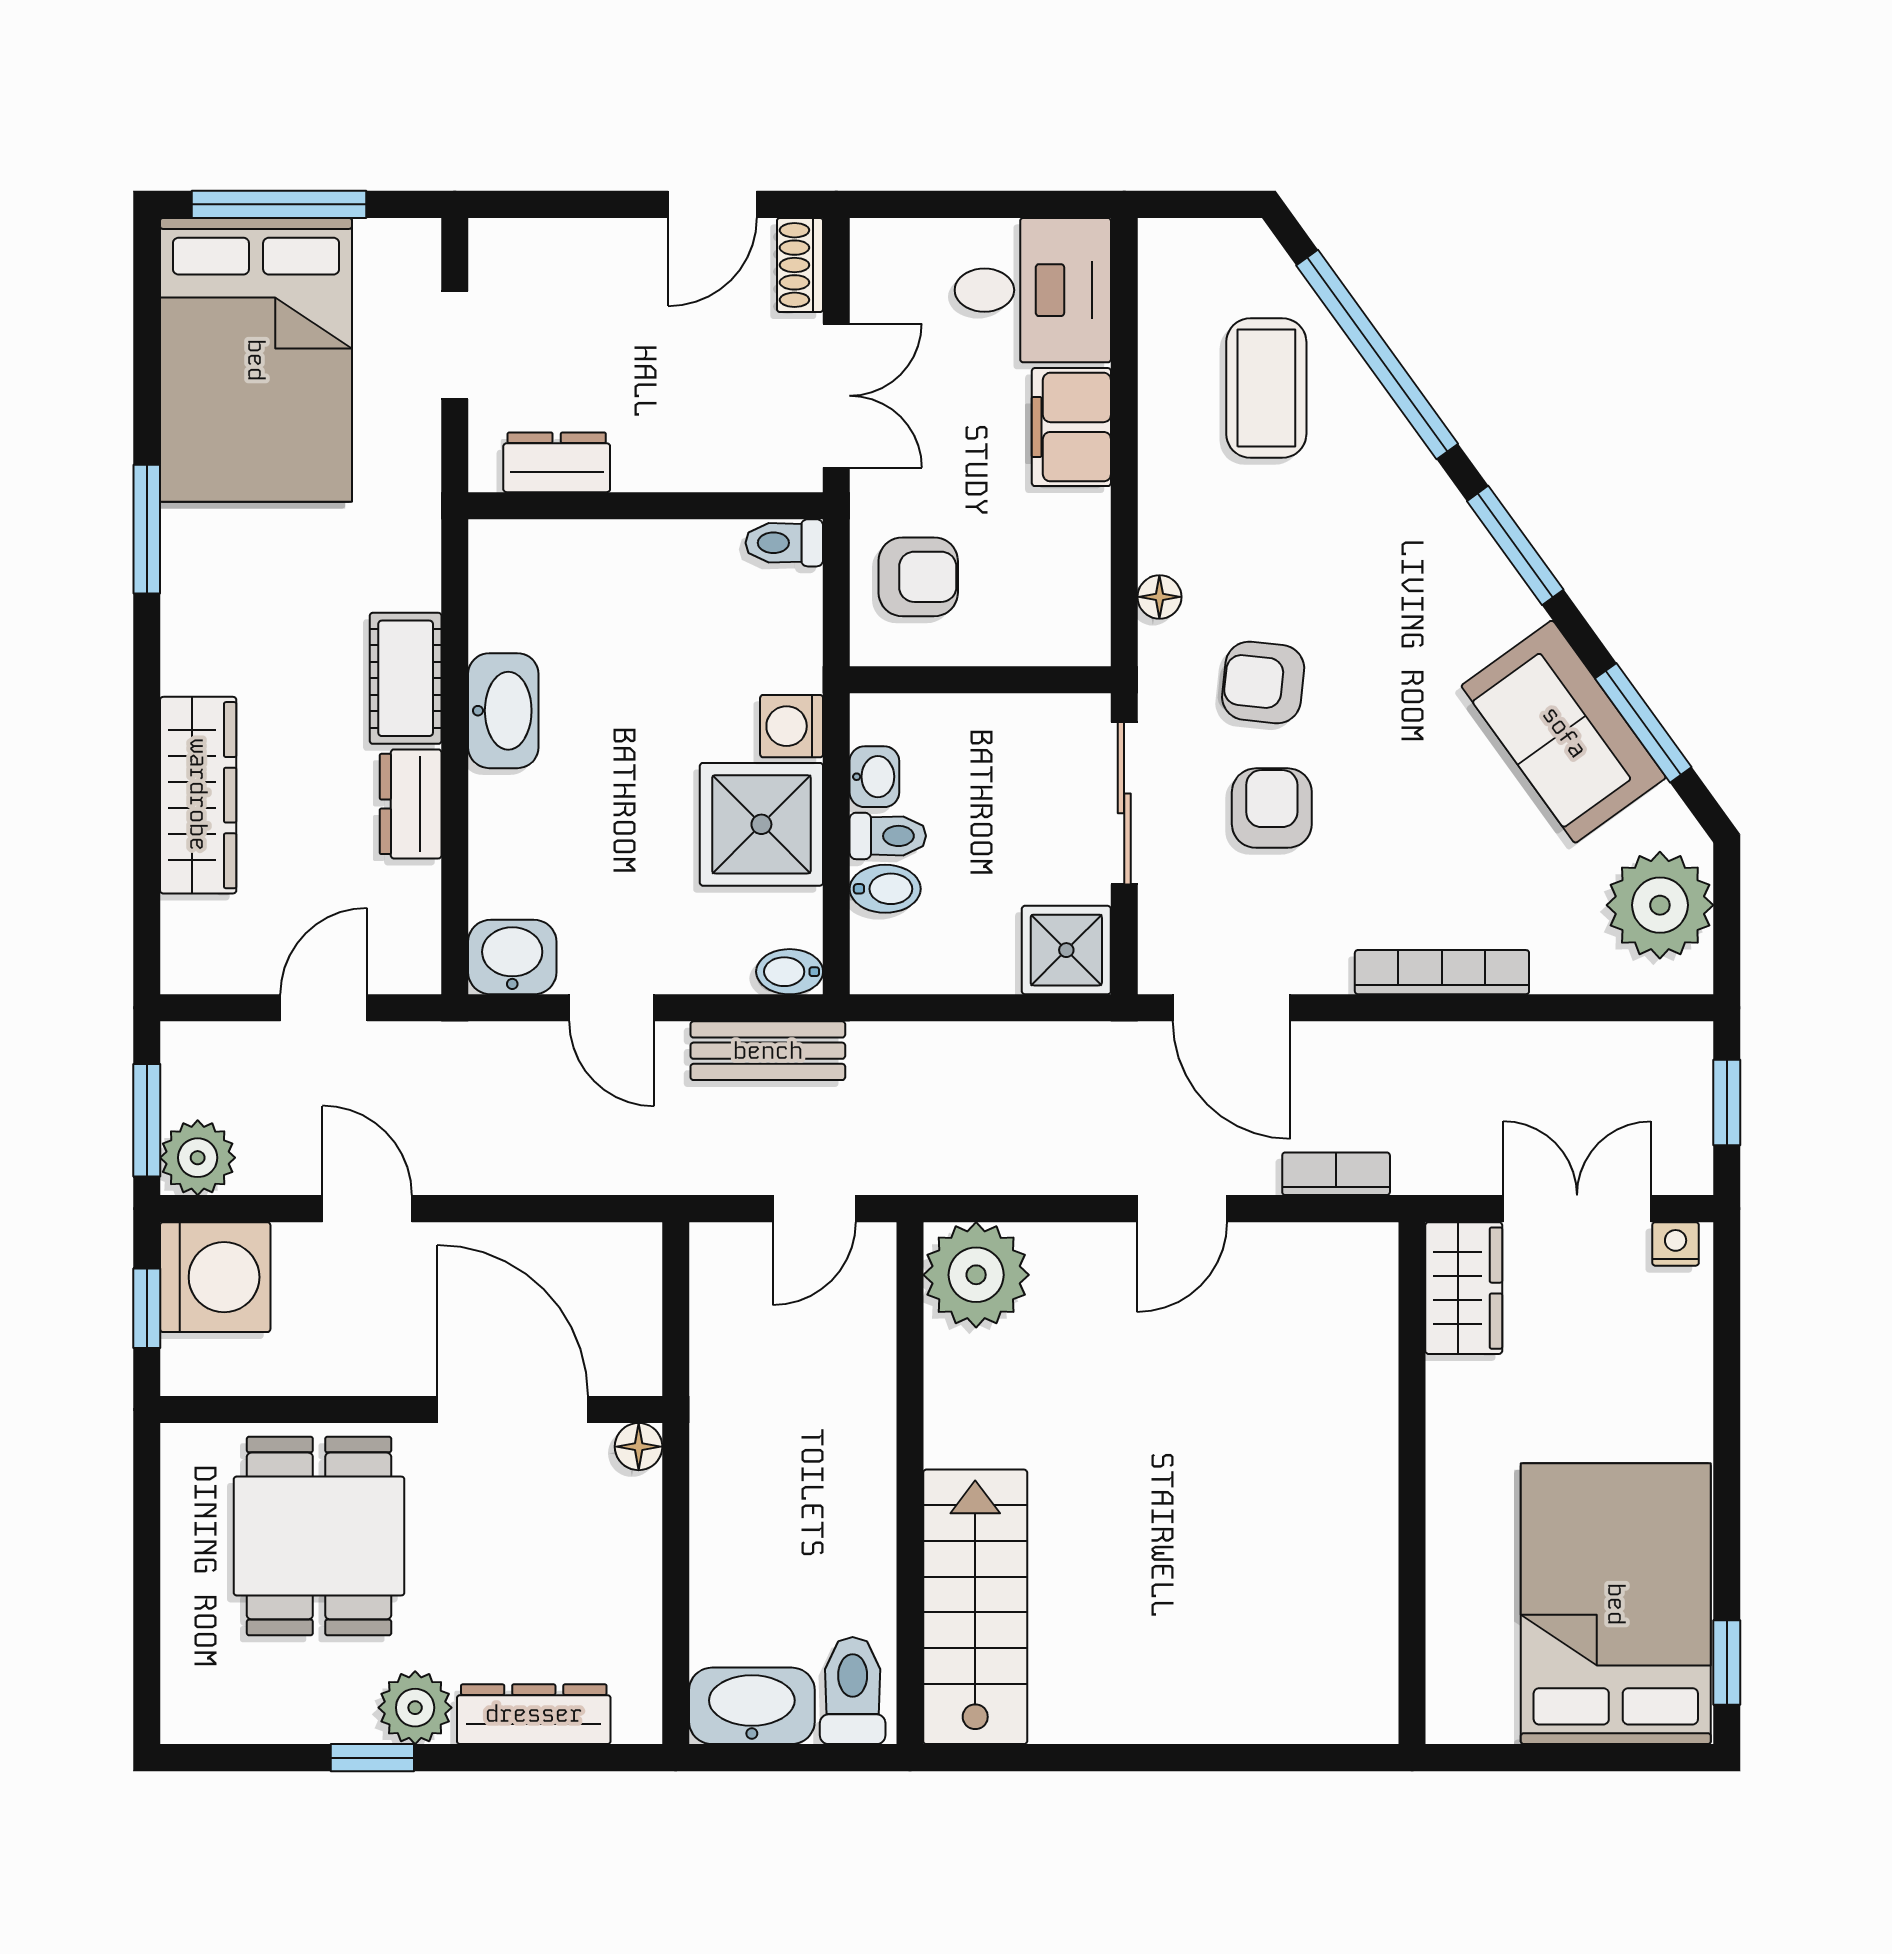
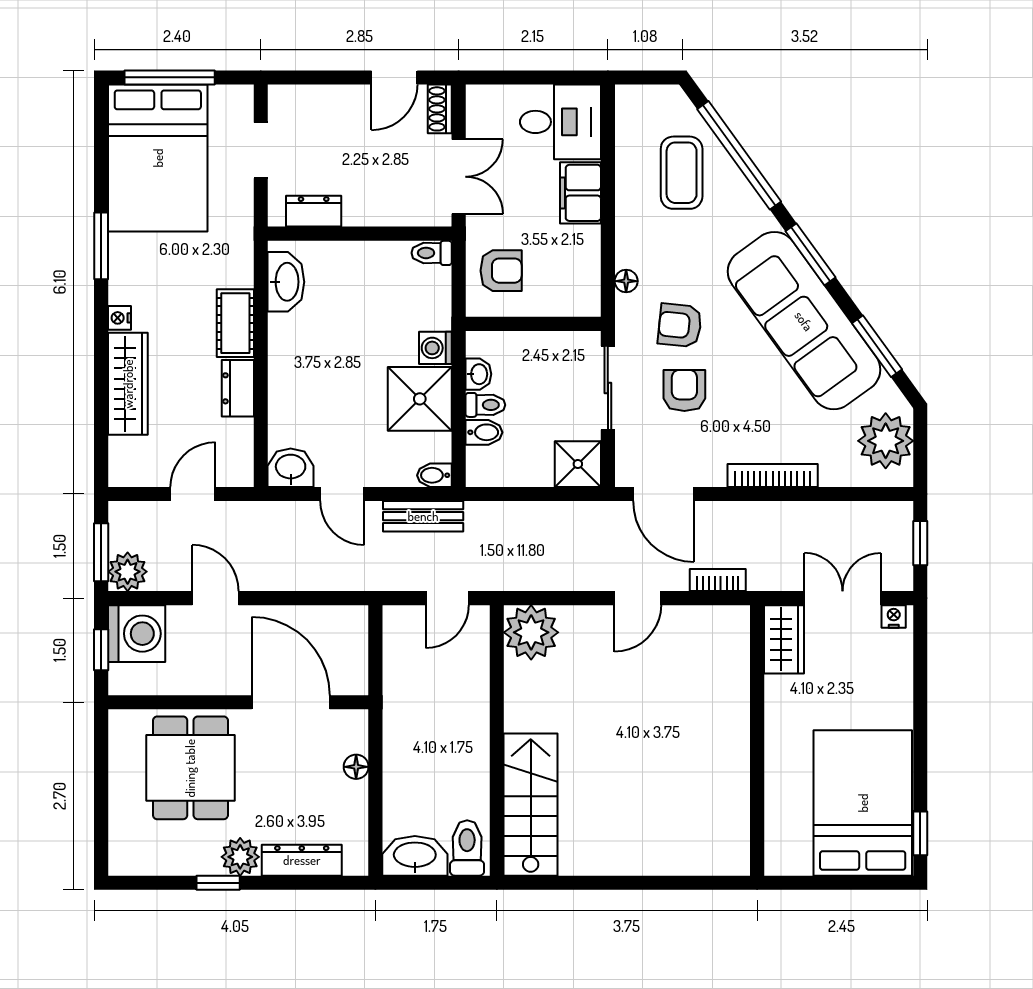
nightstand: (182, 668) -> (119, 318), added
washbasin: (503, 711) -> (286, 282), moved
sofa: (1564, 732) -> (804, 321), width x1.85, depth x1.27
floor lamp: (639, 1447) -> (356, 767), moved

